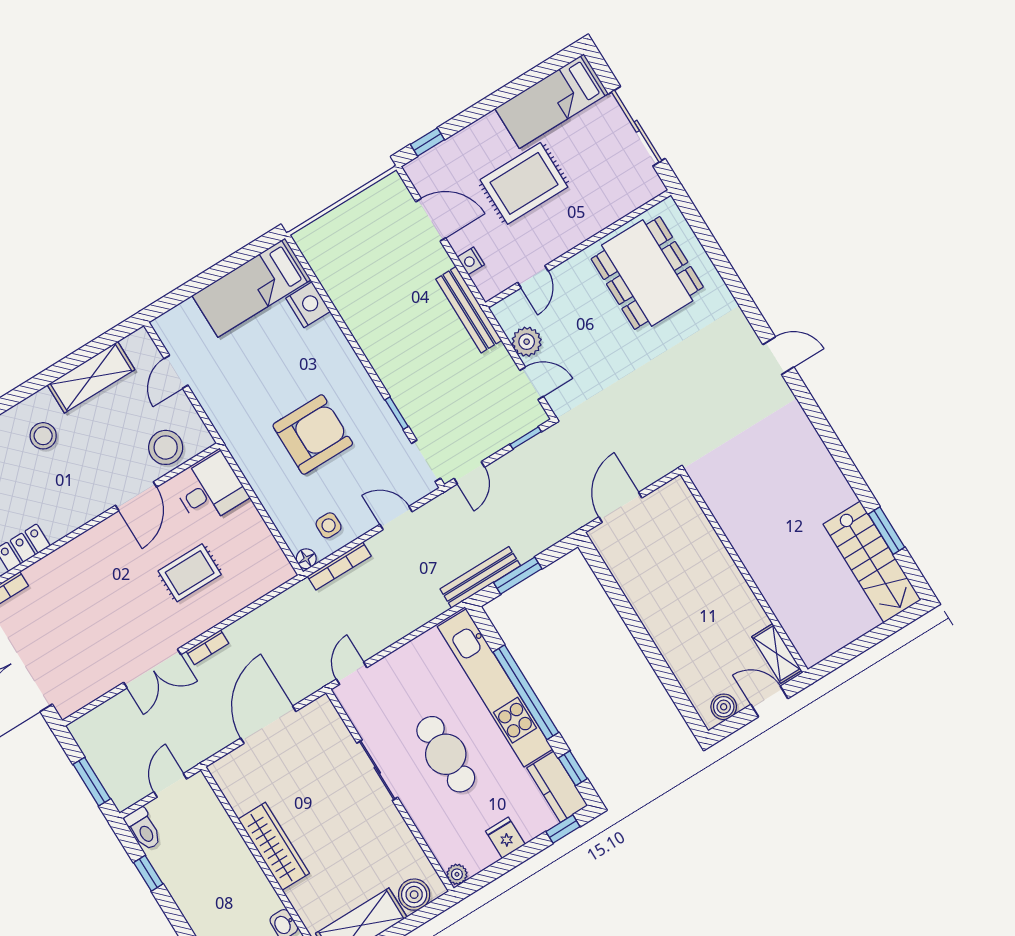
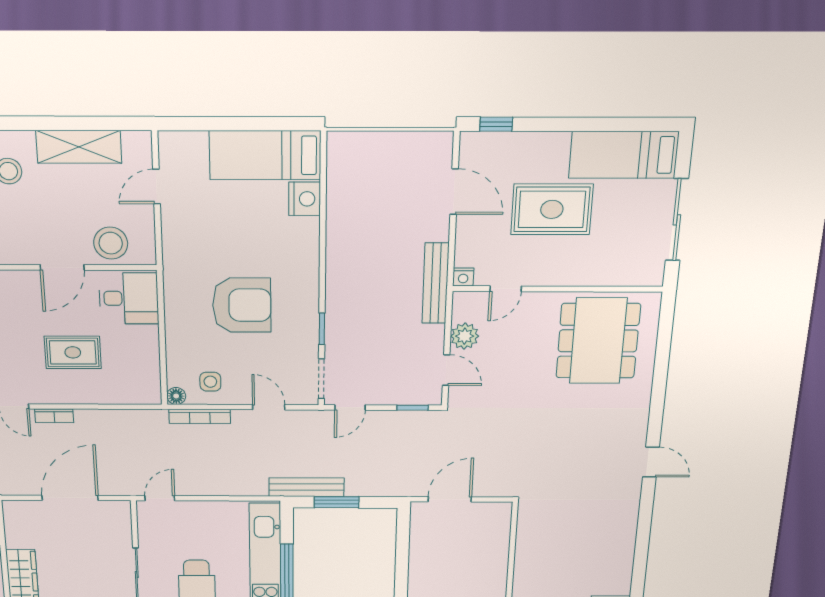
nightstand: (471, 261) -> (463, 277), moved, turned -90

